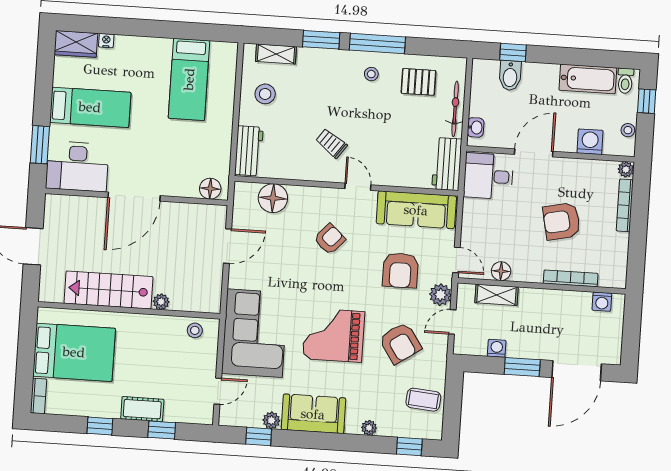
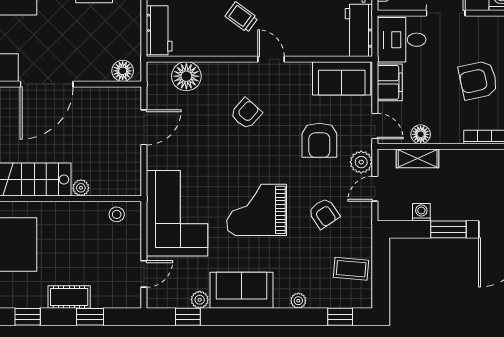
sofa: (416, 210) -> (342, 78), width x0.73
filing cabinet: (474, 218) -> (390, 82), added
armchair: (400, 343) -> (324, 213), width x0.72, depth x0.72

